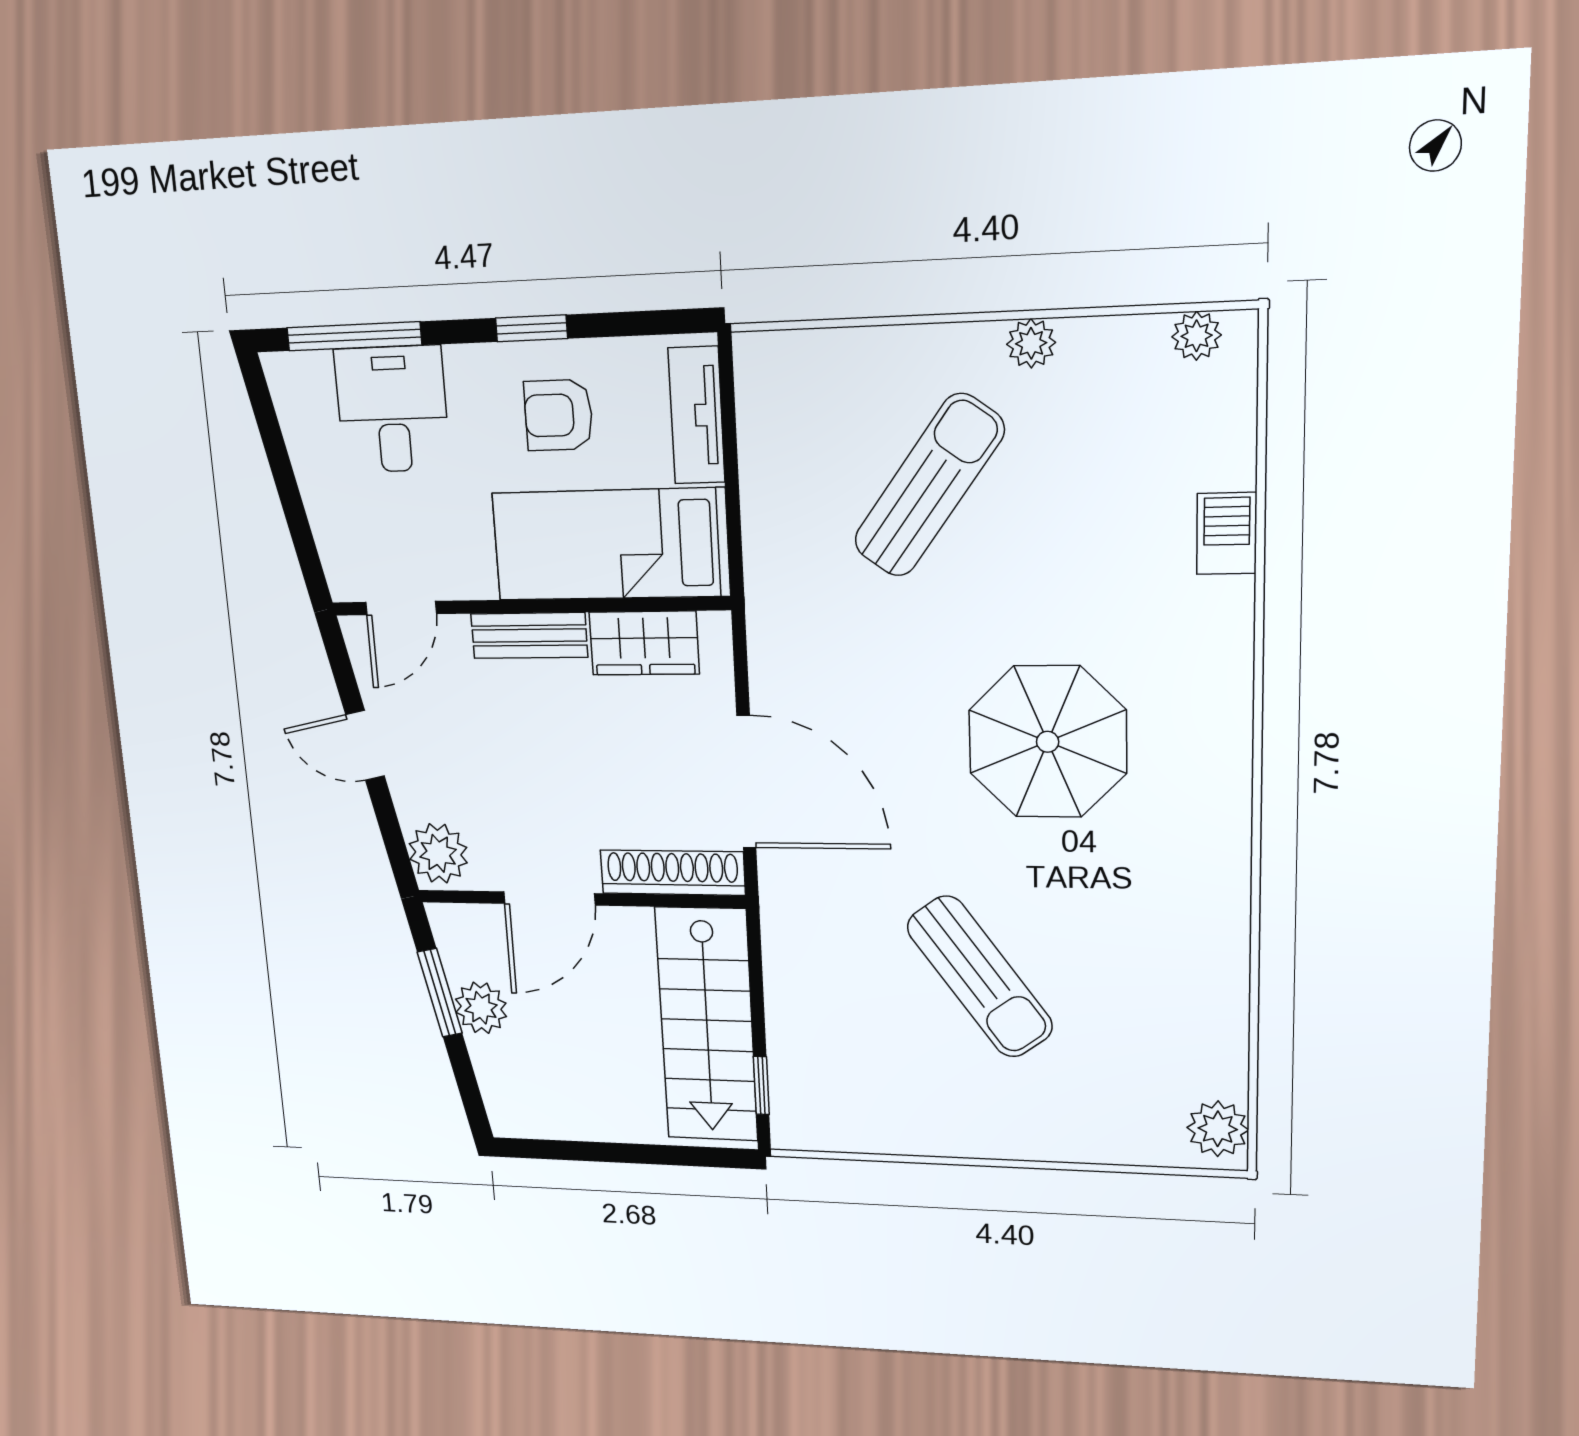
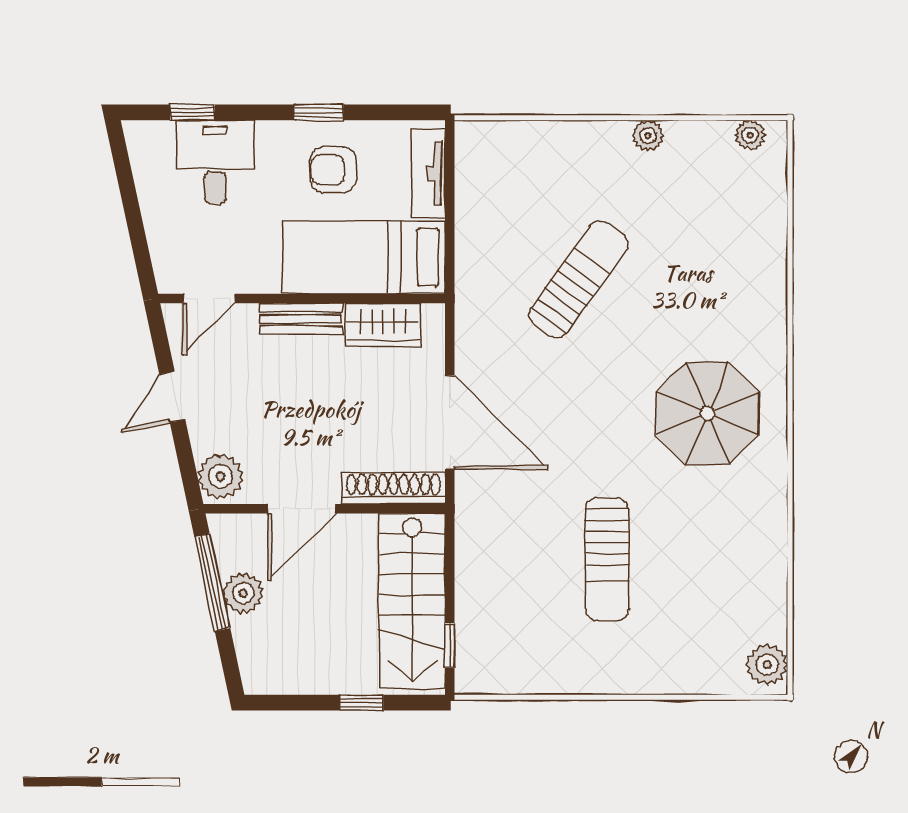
window: (354, 336) -> (193, 112), width x0.46
sun lounger: (929, 486) -> (578, 279), moved
barbecue: (1227, 533) -> (769, 258), removed
parasol: (1048, 742) -> (708, 413), moved
door: (365, 745) -> (172, 397), hinge flipped
sun lounger: (980, 977) -> (607, 559), turned 36
window: (440, 993) -> (212, 582), width x1.44
window: (646, 1154) -> (361, 703), added

